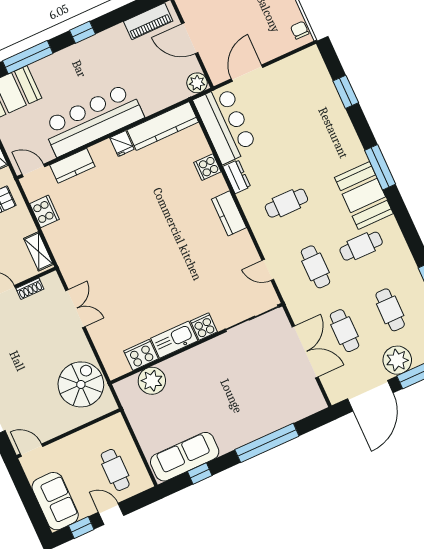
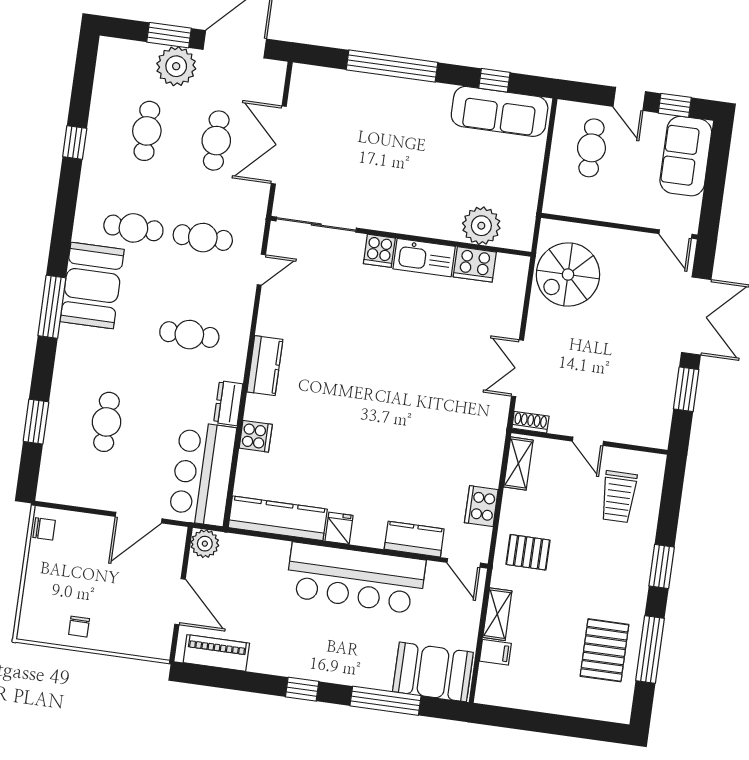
chair: (300, 30) -> (44, 529), turned -90
cafe table: (303, 119) -> (106, 422), added
cafe table: (315, 267) -> (203, 238), turned 90
door: (268, 270) -> (261, 270), hinge flipped
shoe rack: (30, 289) -> (530, 422), moved

